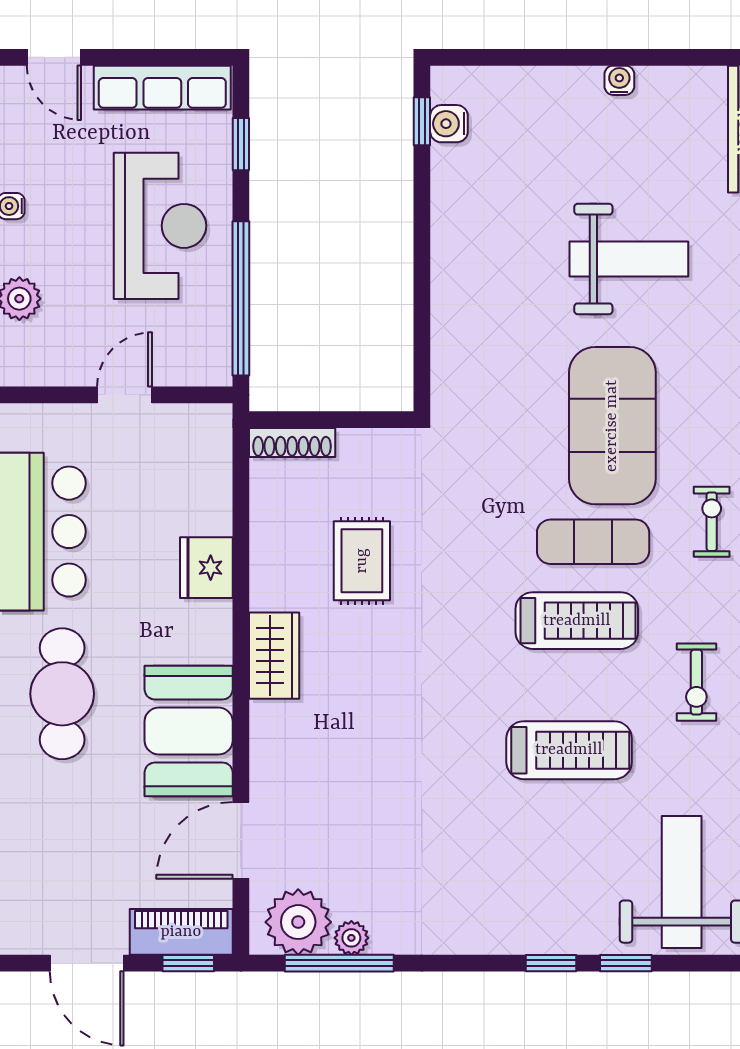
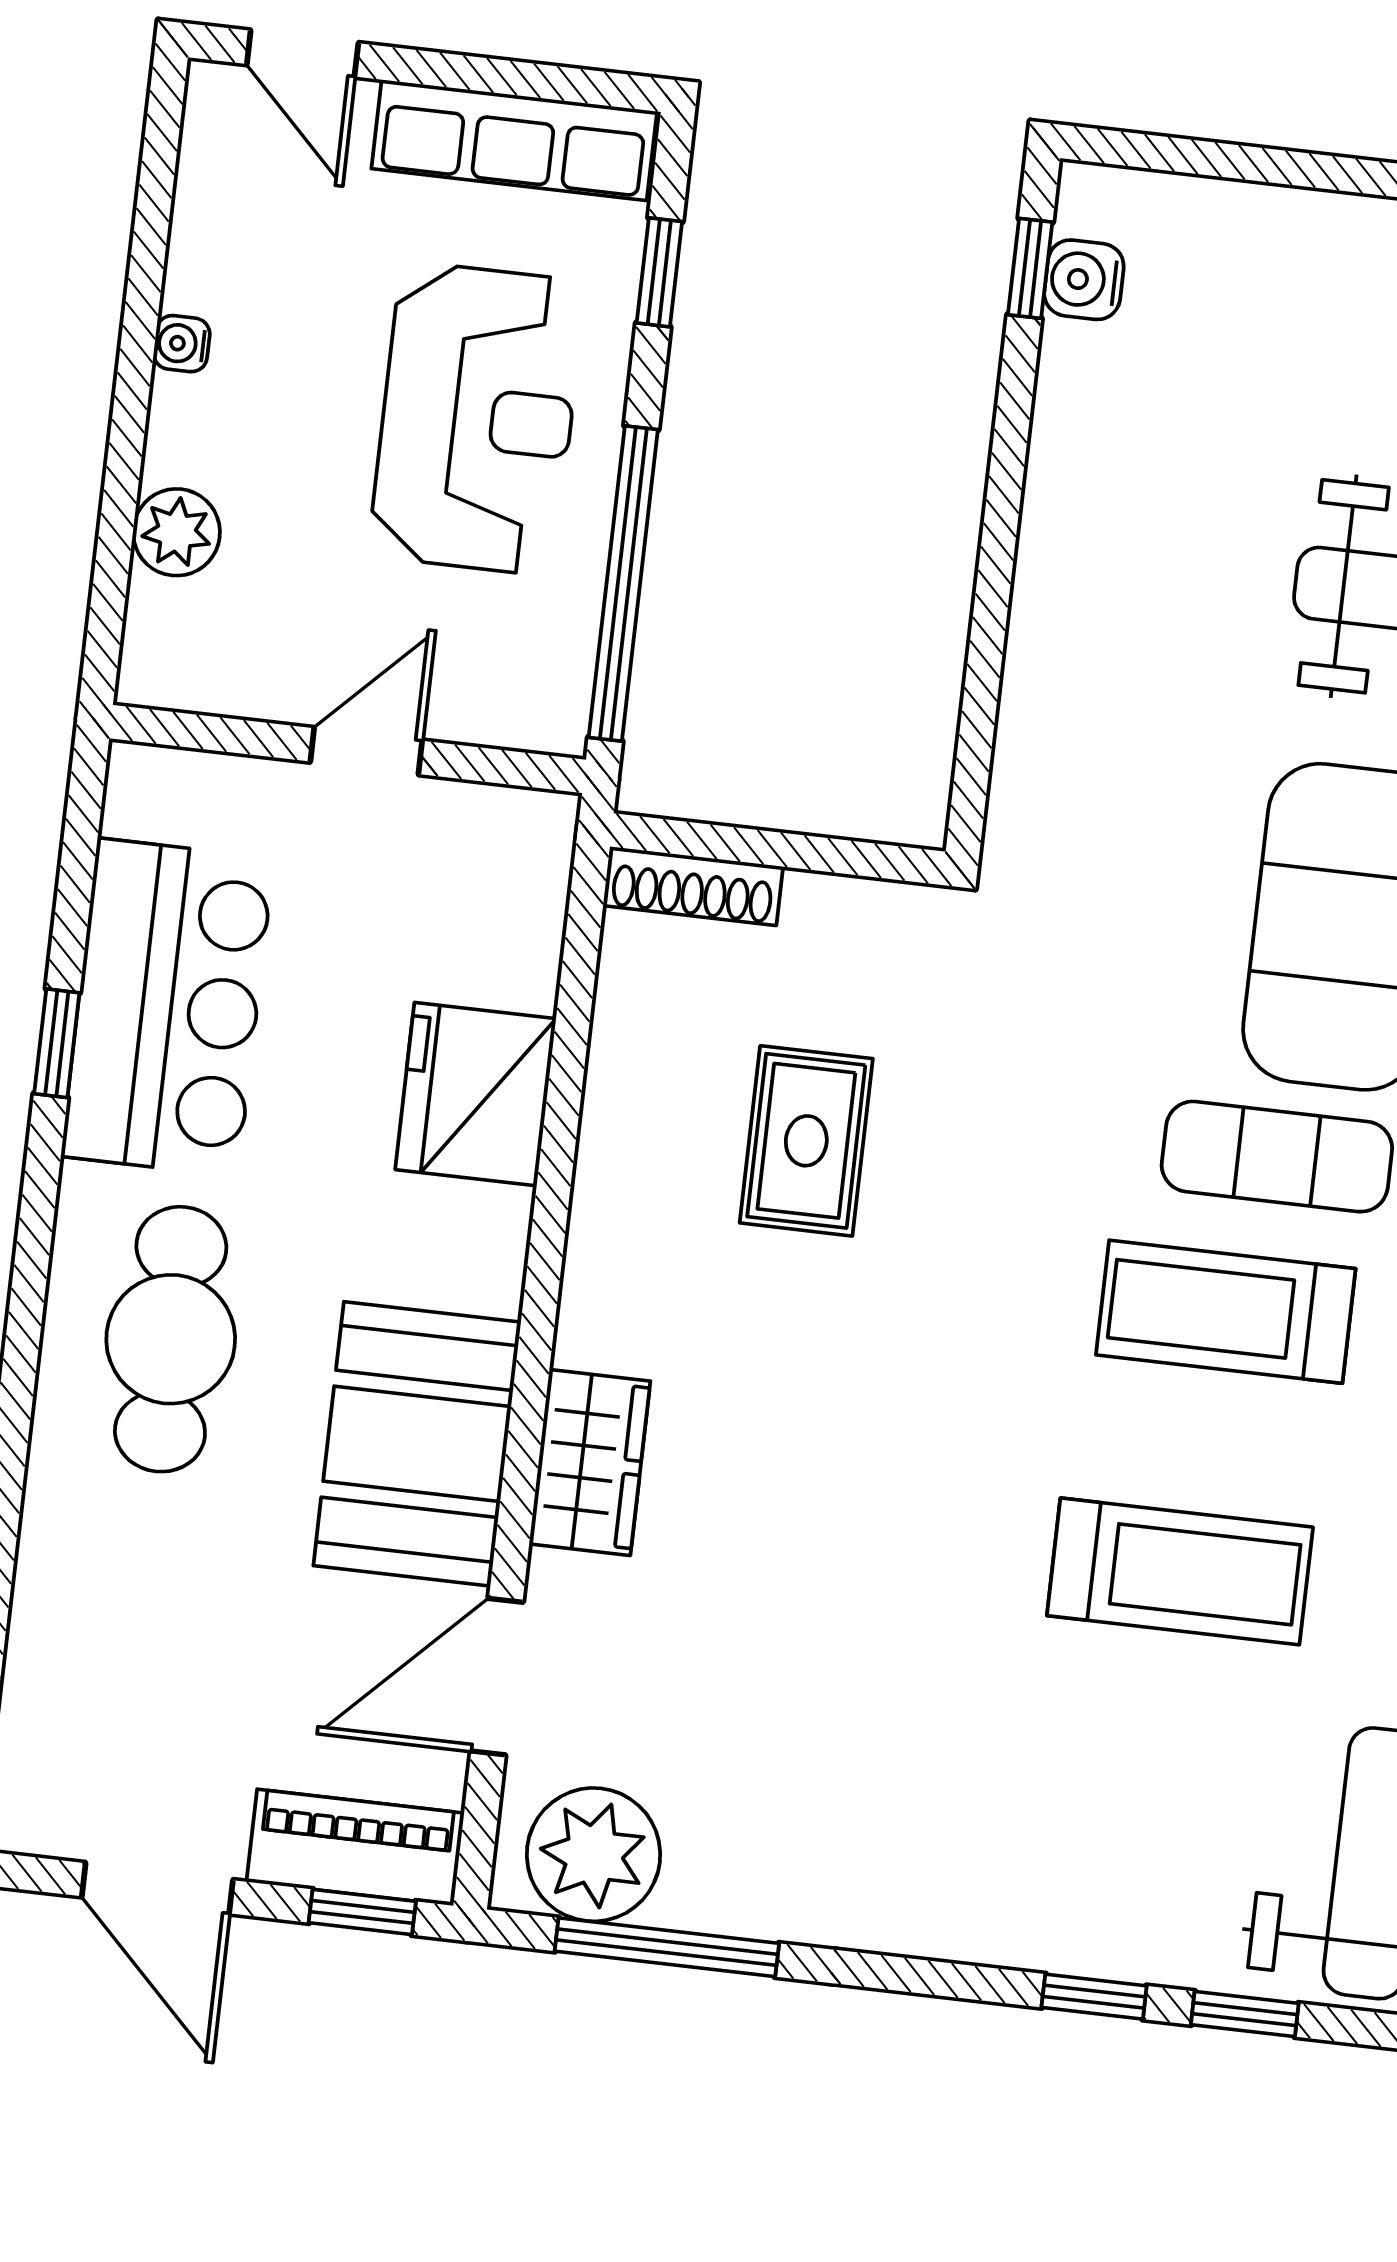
fridge: (206, 568) -> (476, 1094), width x1.36, depth x1.34
treadmill: (577, 621) -> (1226, 1312), turned 180
wardrobe: (274, 656) -> (590, 1462), moved
plant: (351, 938) -> (697, 1899), removed

